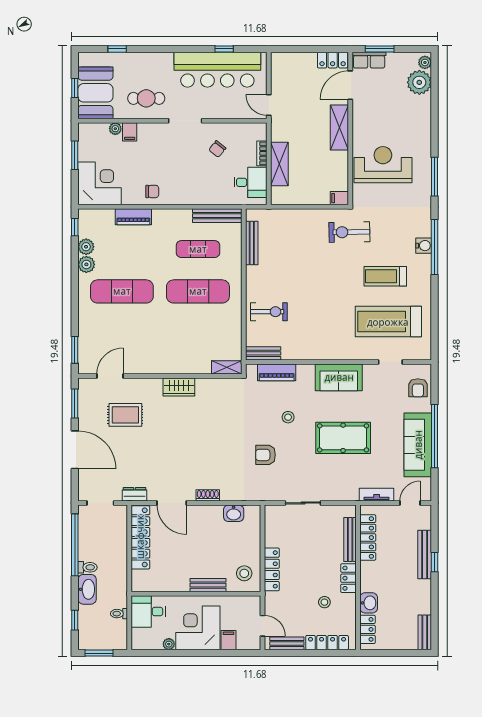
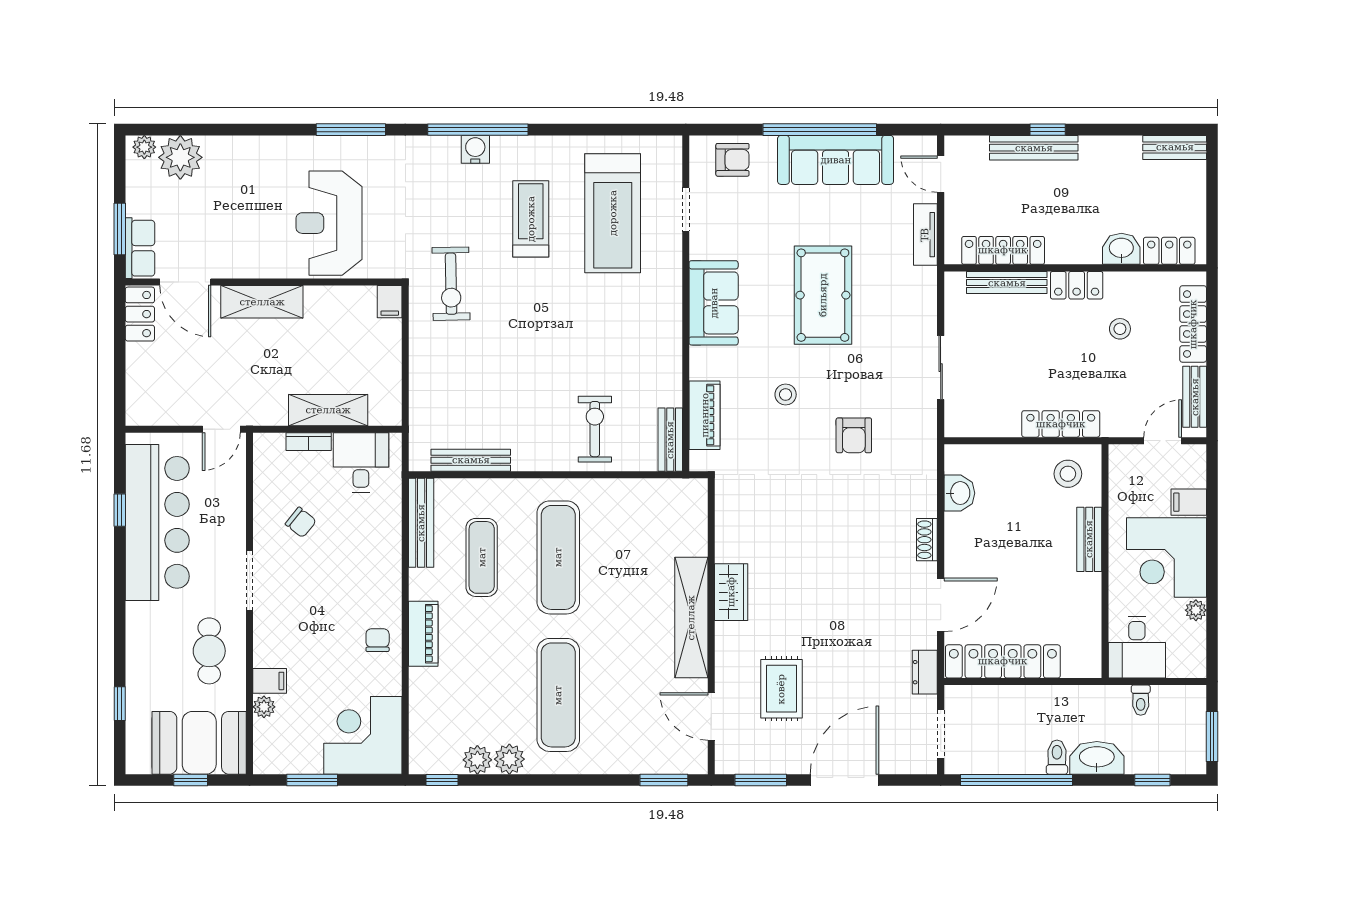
piano: (133, 217) -> (423, 634), moved
treadmill: (385, 276) -> (531, 219), turned 180
shelving: (227, 367) -> (691, 618), moved, width x2.20, depth x1.33

